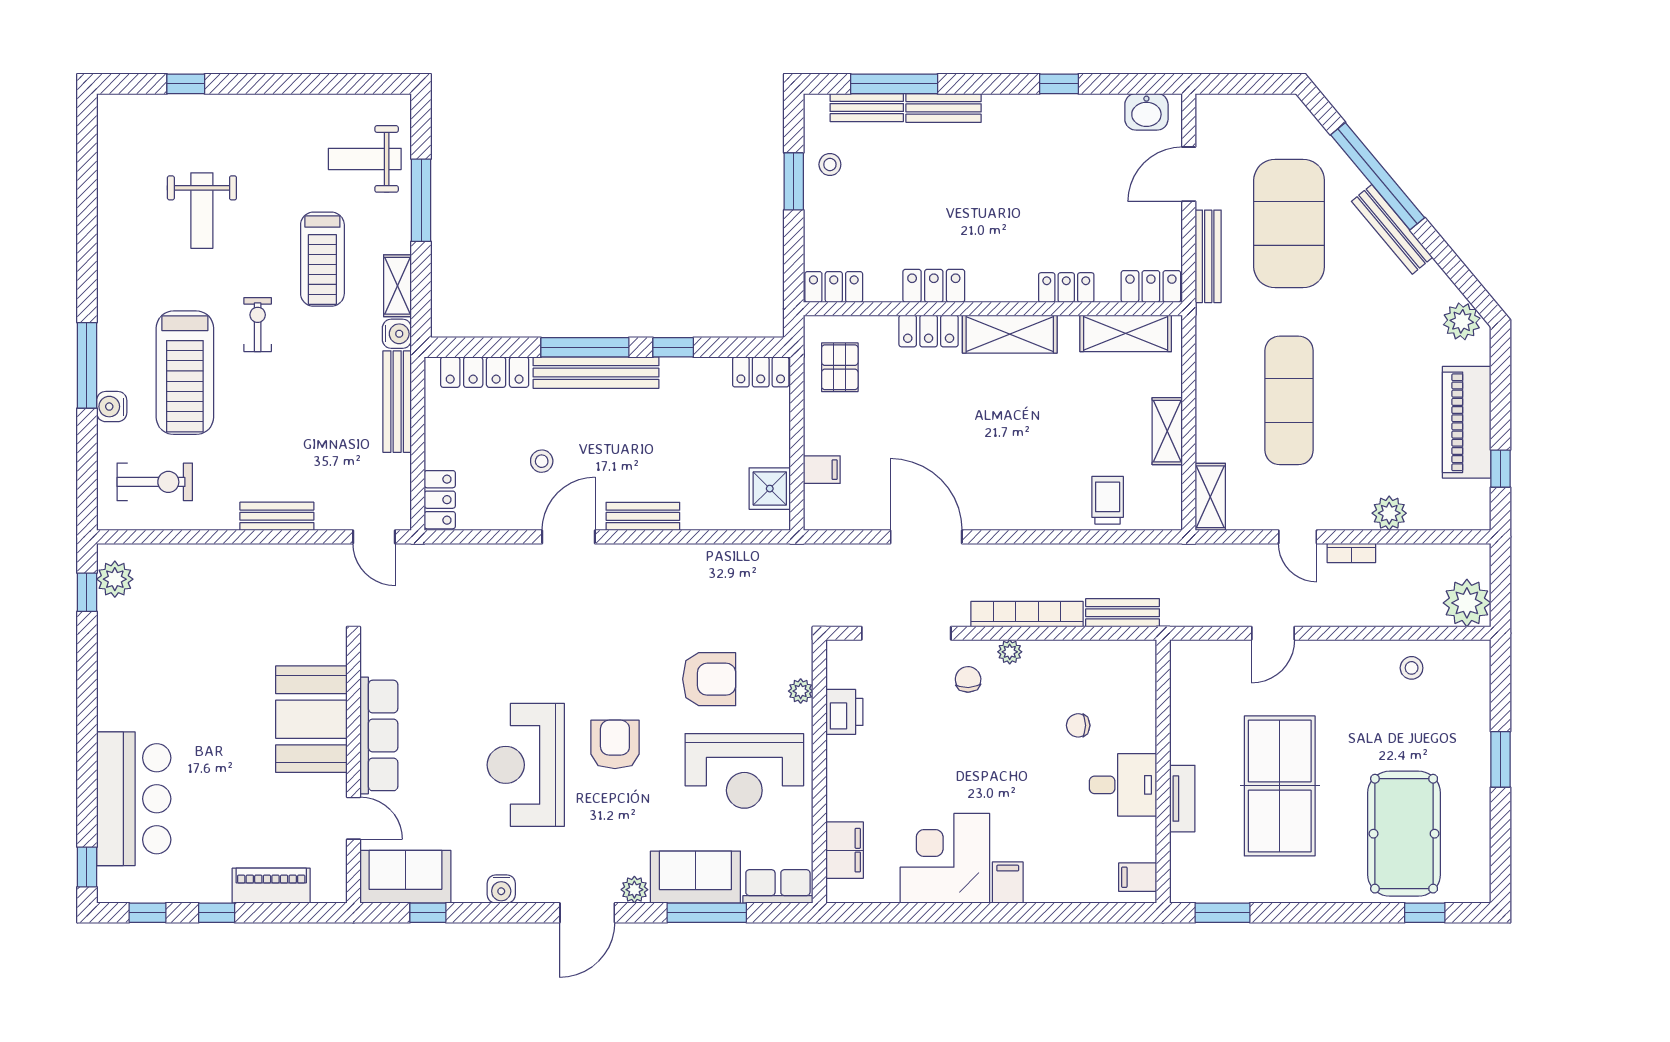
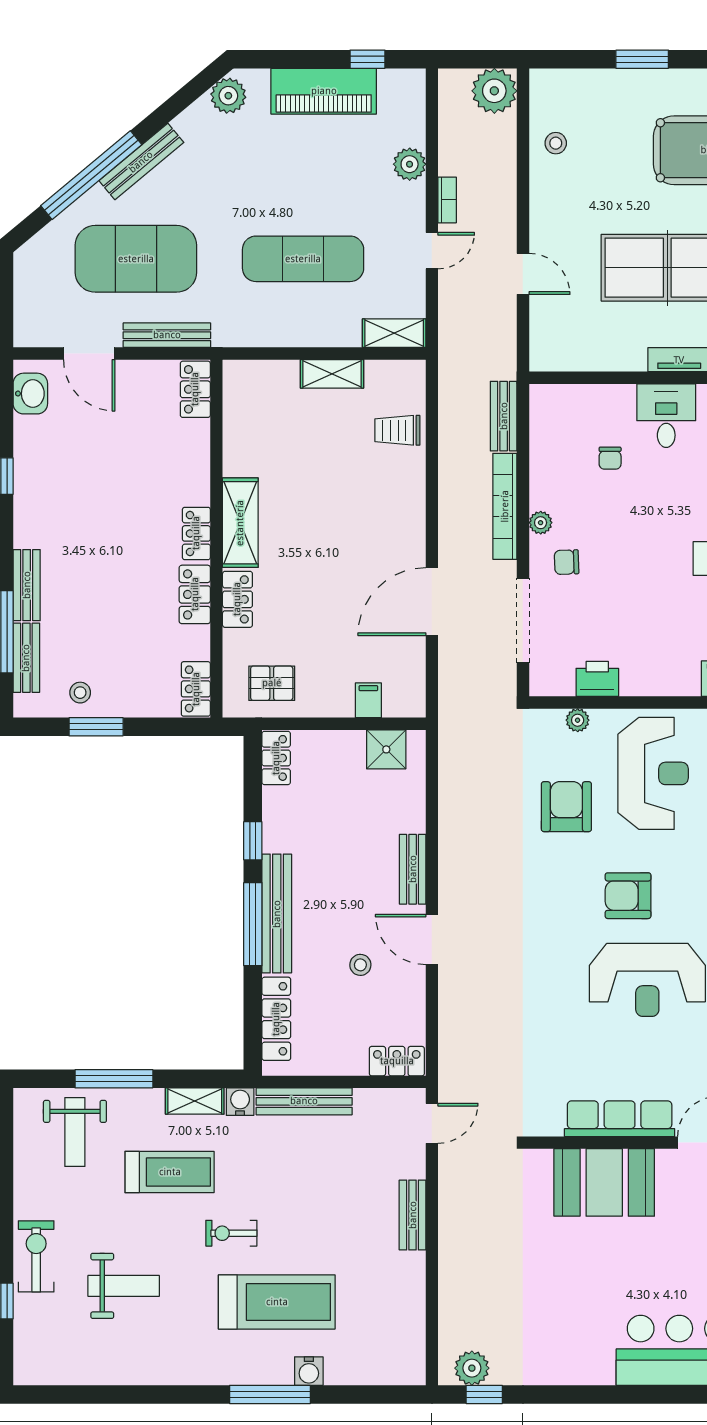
locker: (1066, 288) -> (196, 533), moved
shelving: (1126, 333) -> (240, 413), removed
exercise bike: (155, 482) -> (36, 1256), moved

